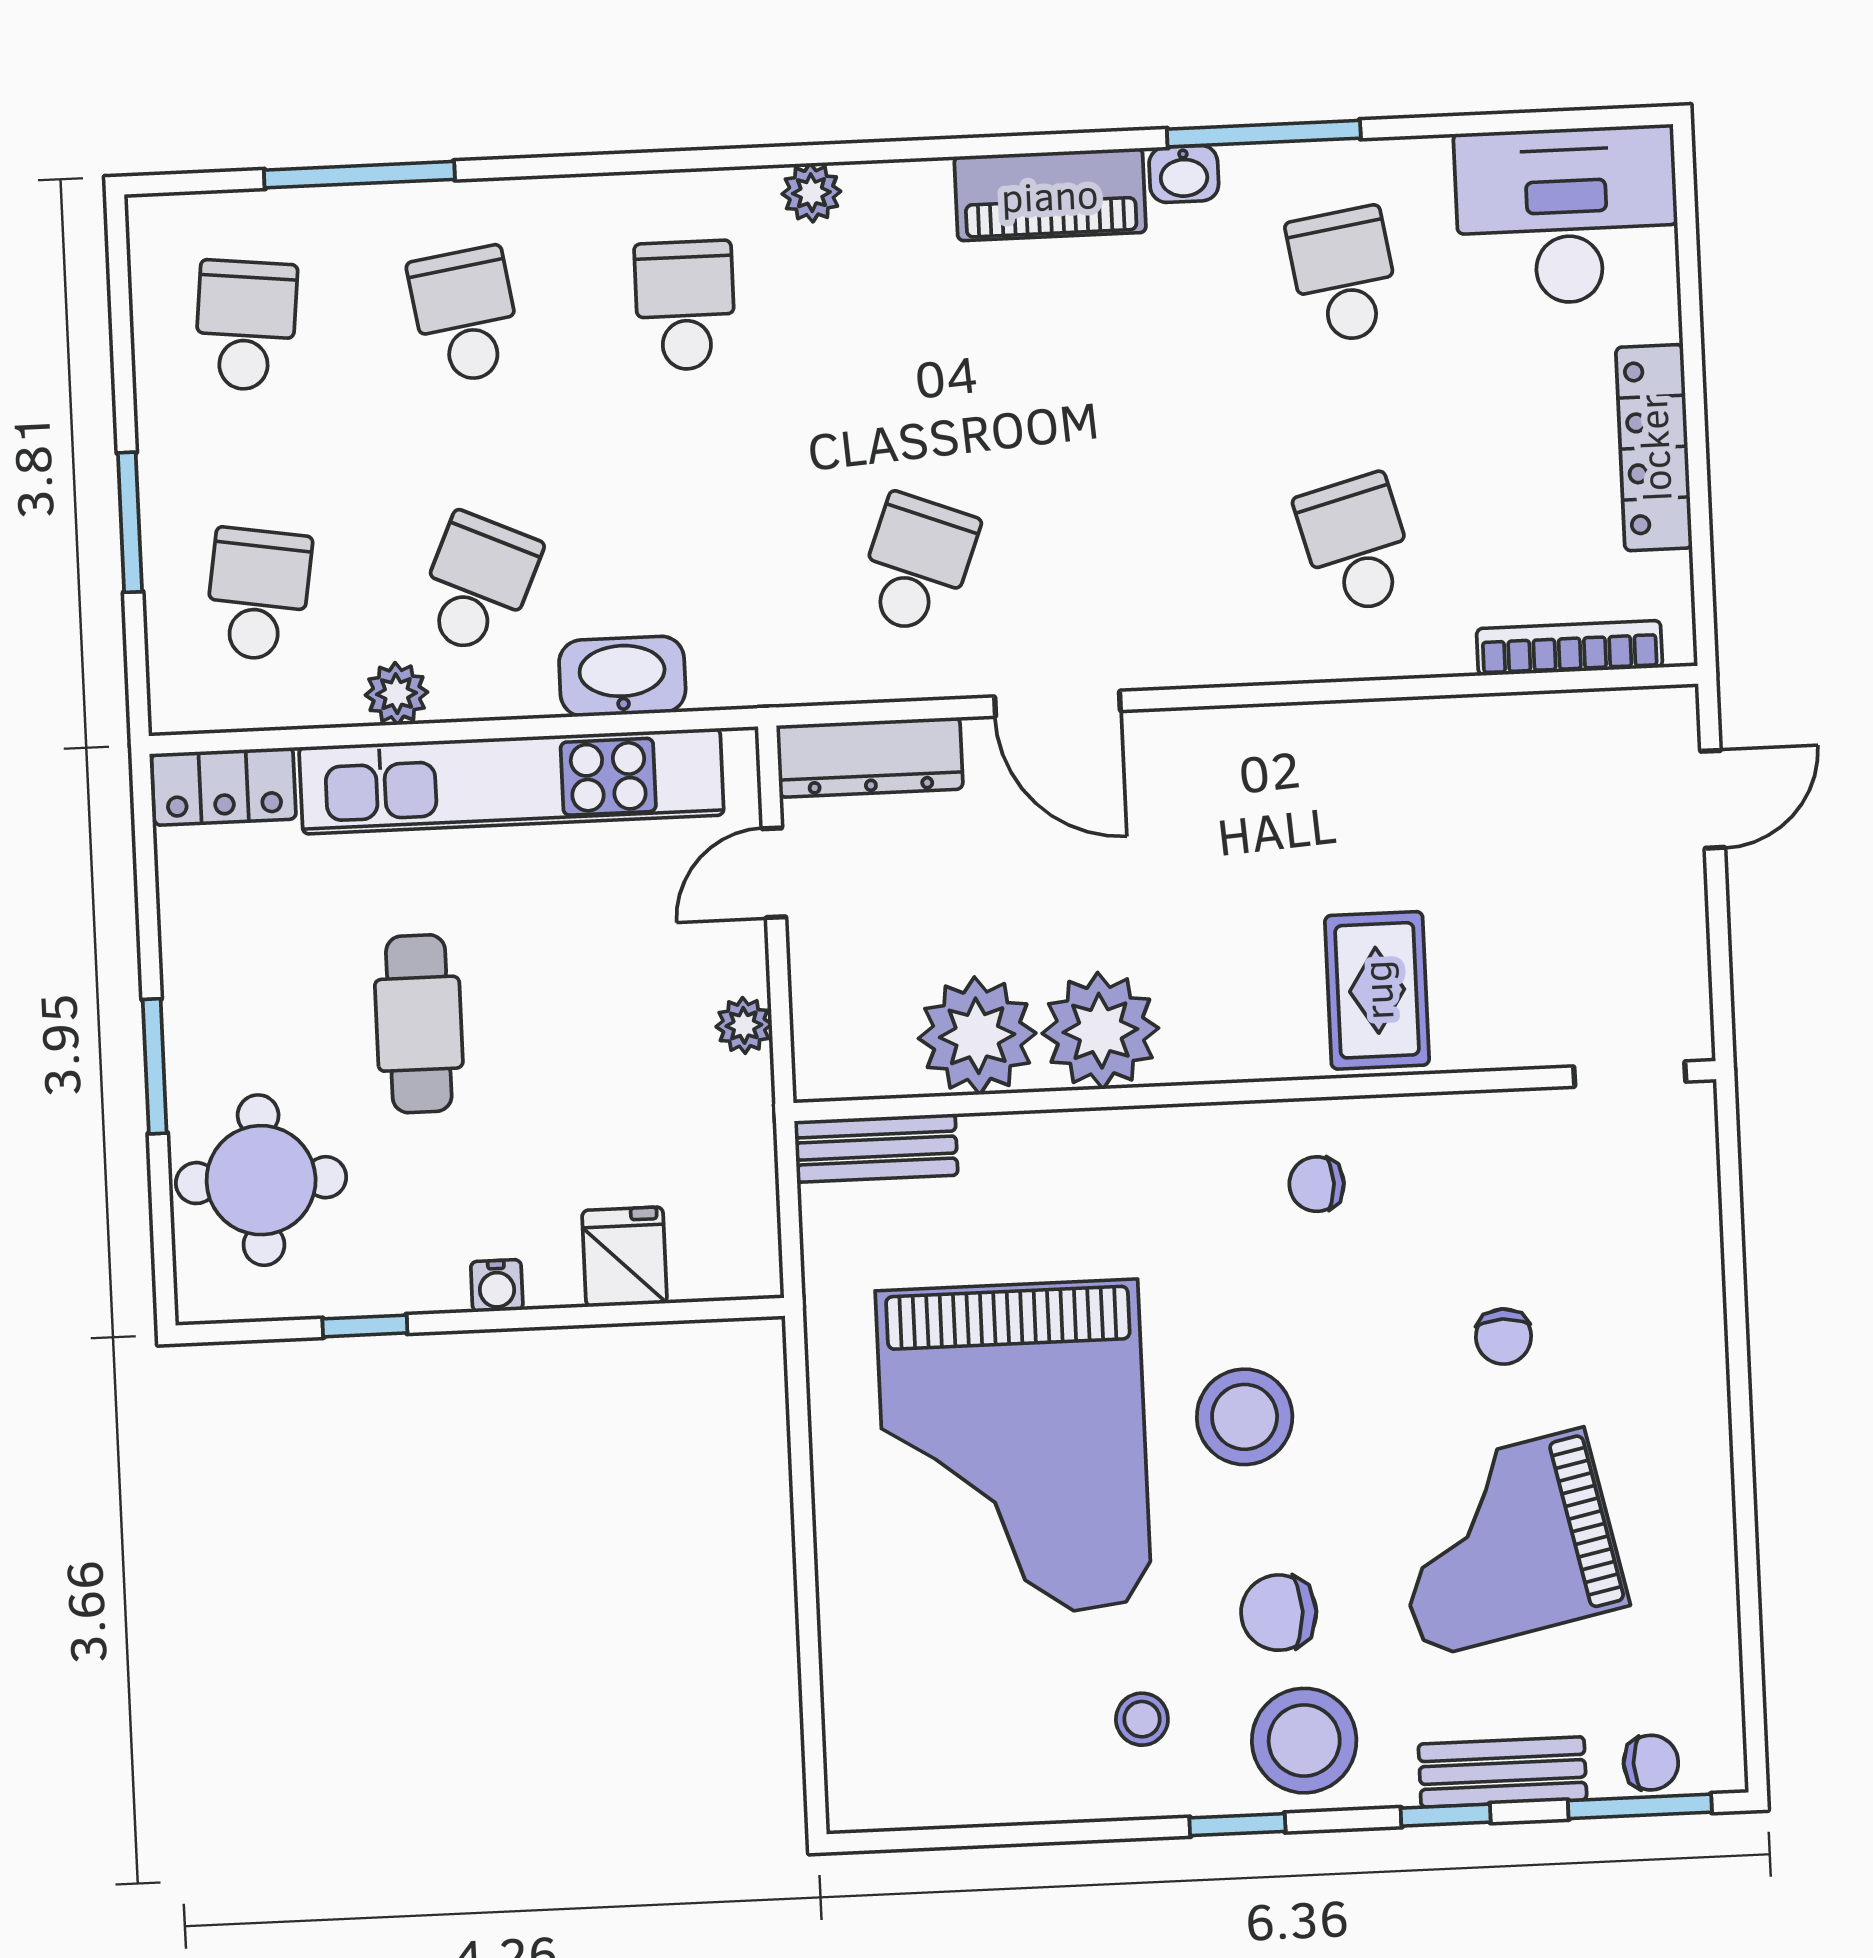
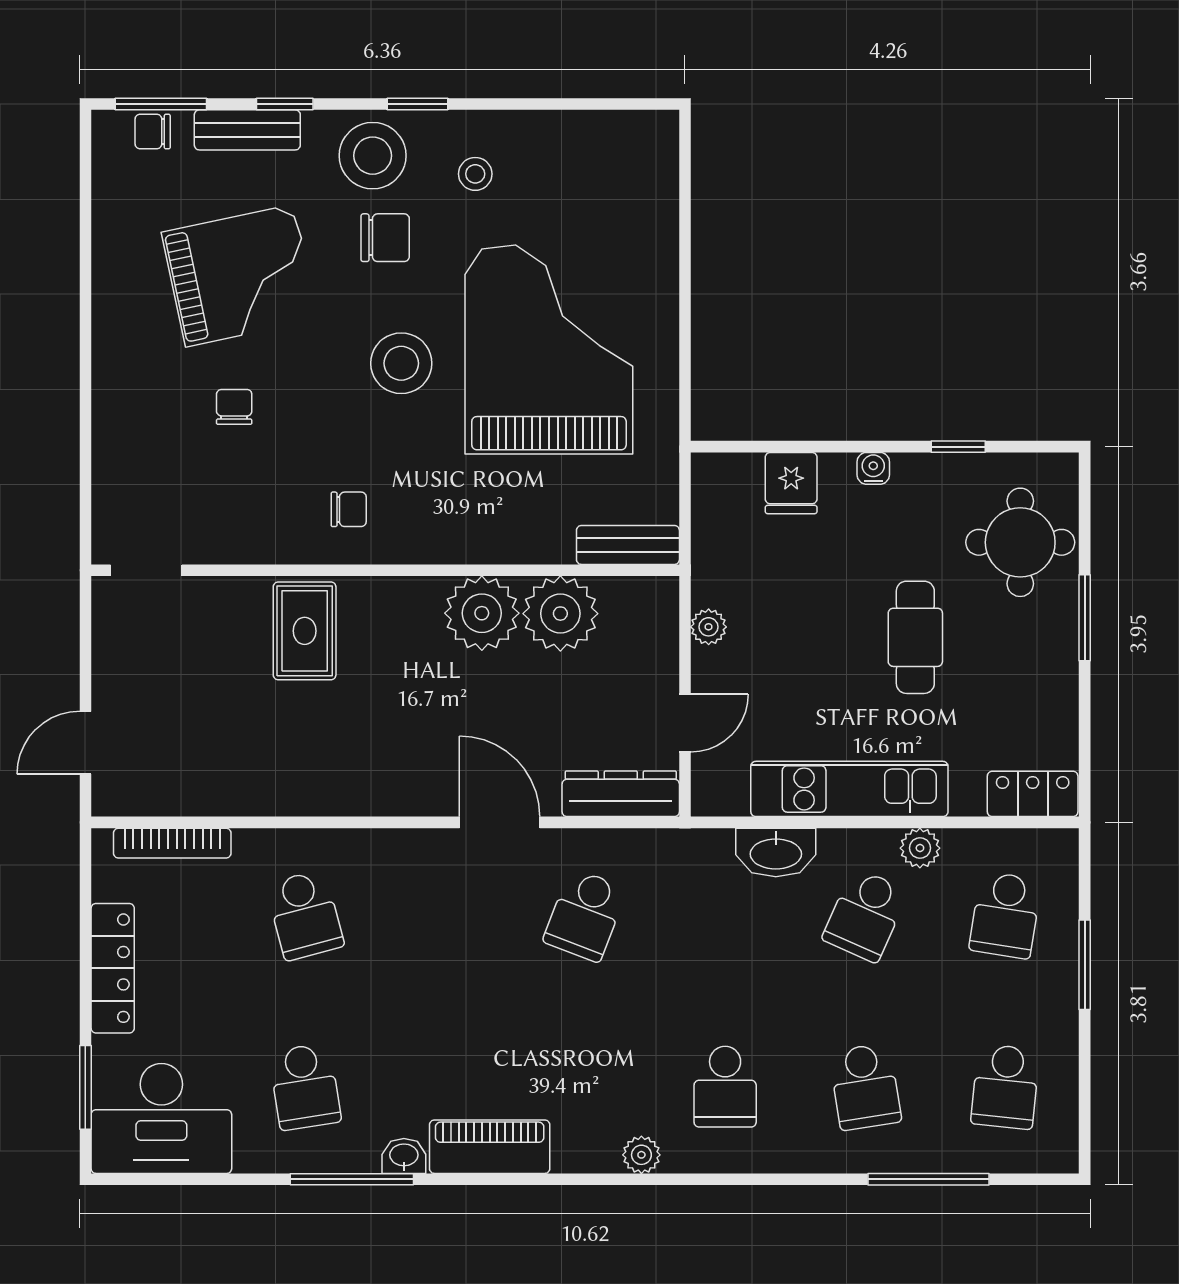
window: (1688, 259) -> (85, 1087), added
kitchen unit: (511, 781) -> (849, 789), width x0.73

